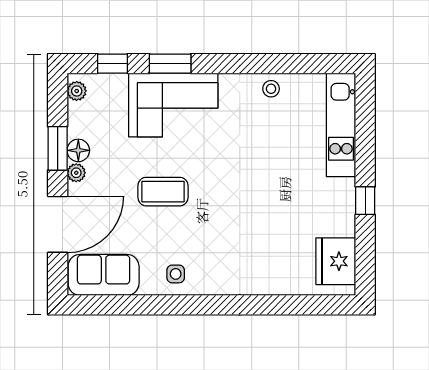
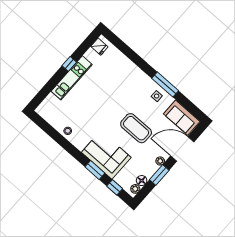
kitchen unit: (341, 125) -> (72, 78), moved
floor lamp: (78, 150) -> (142, 181), moved
coffee table: (163, 192) -> (136, 128), width x1.36, depth x1.32
fridge: (336, 261) -> (99, 47), width x0.53, depth x0.75
window: (178, 305) -> (165, 85), added

